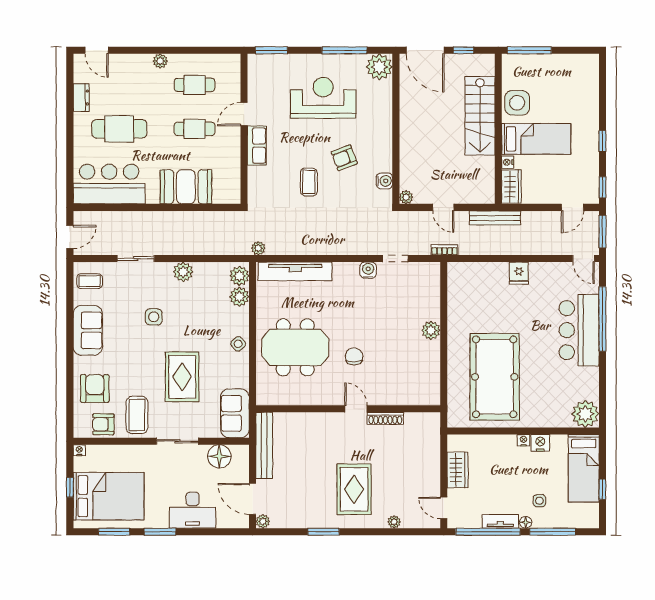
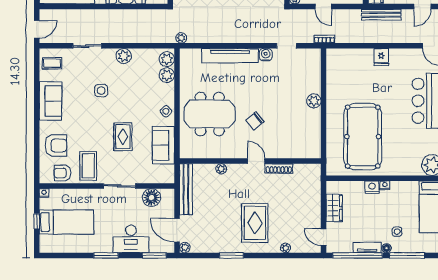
bench: (495, 218) -> (381, 15), moved
tv unit: (295, 271) -> (230, 56), moved
chair: (354, 356) -> (255, 121), turned -129
rug: (182, 377) -> (123, 137), width x0.73, depth x0.70
armchair: (95, 388) -> (56, 146), turned 90
sofa: (235, 413) -> (163, 145), moved
plant: (310, 419) -> (221, 169), added
nightstand: (540, 443) -> (372, 187), moved
bed: (109, 496) -> (66, 222), width x0.67
window: (114, 532) -> (154, 255), moved

